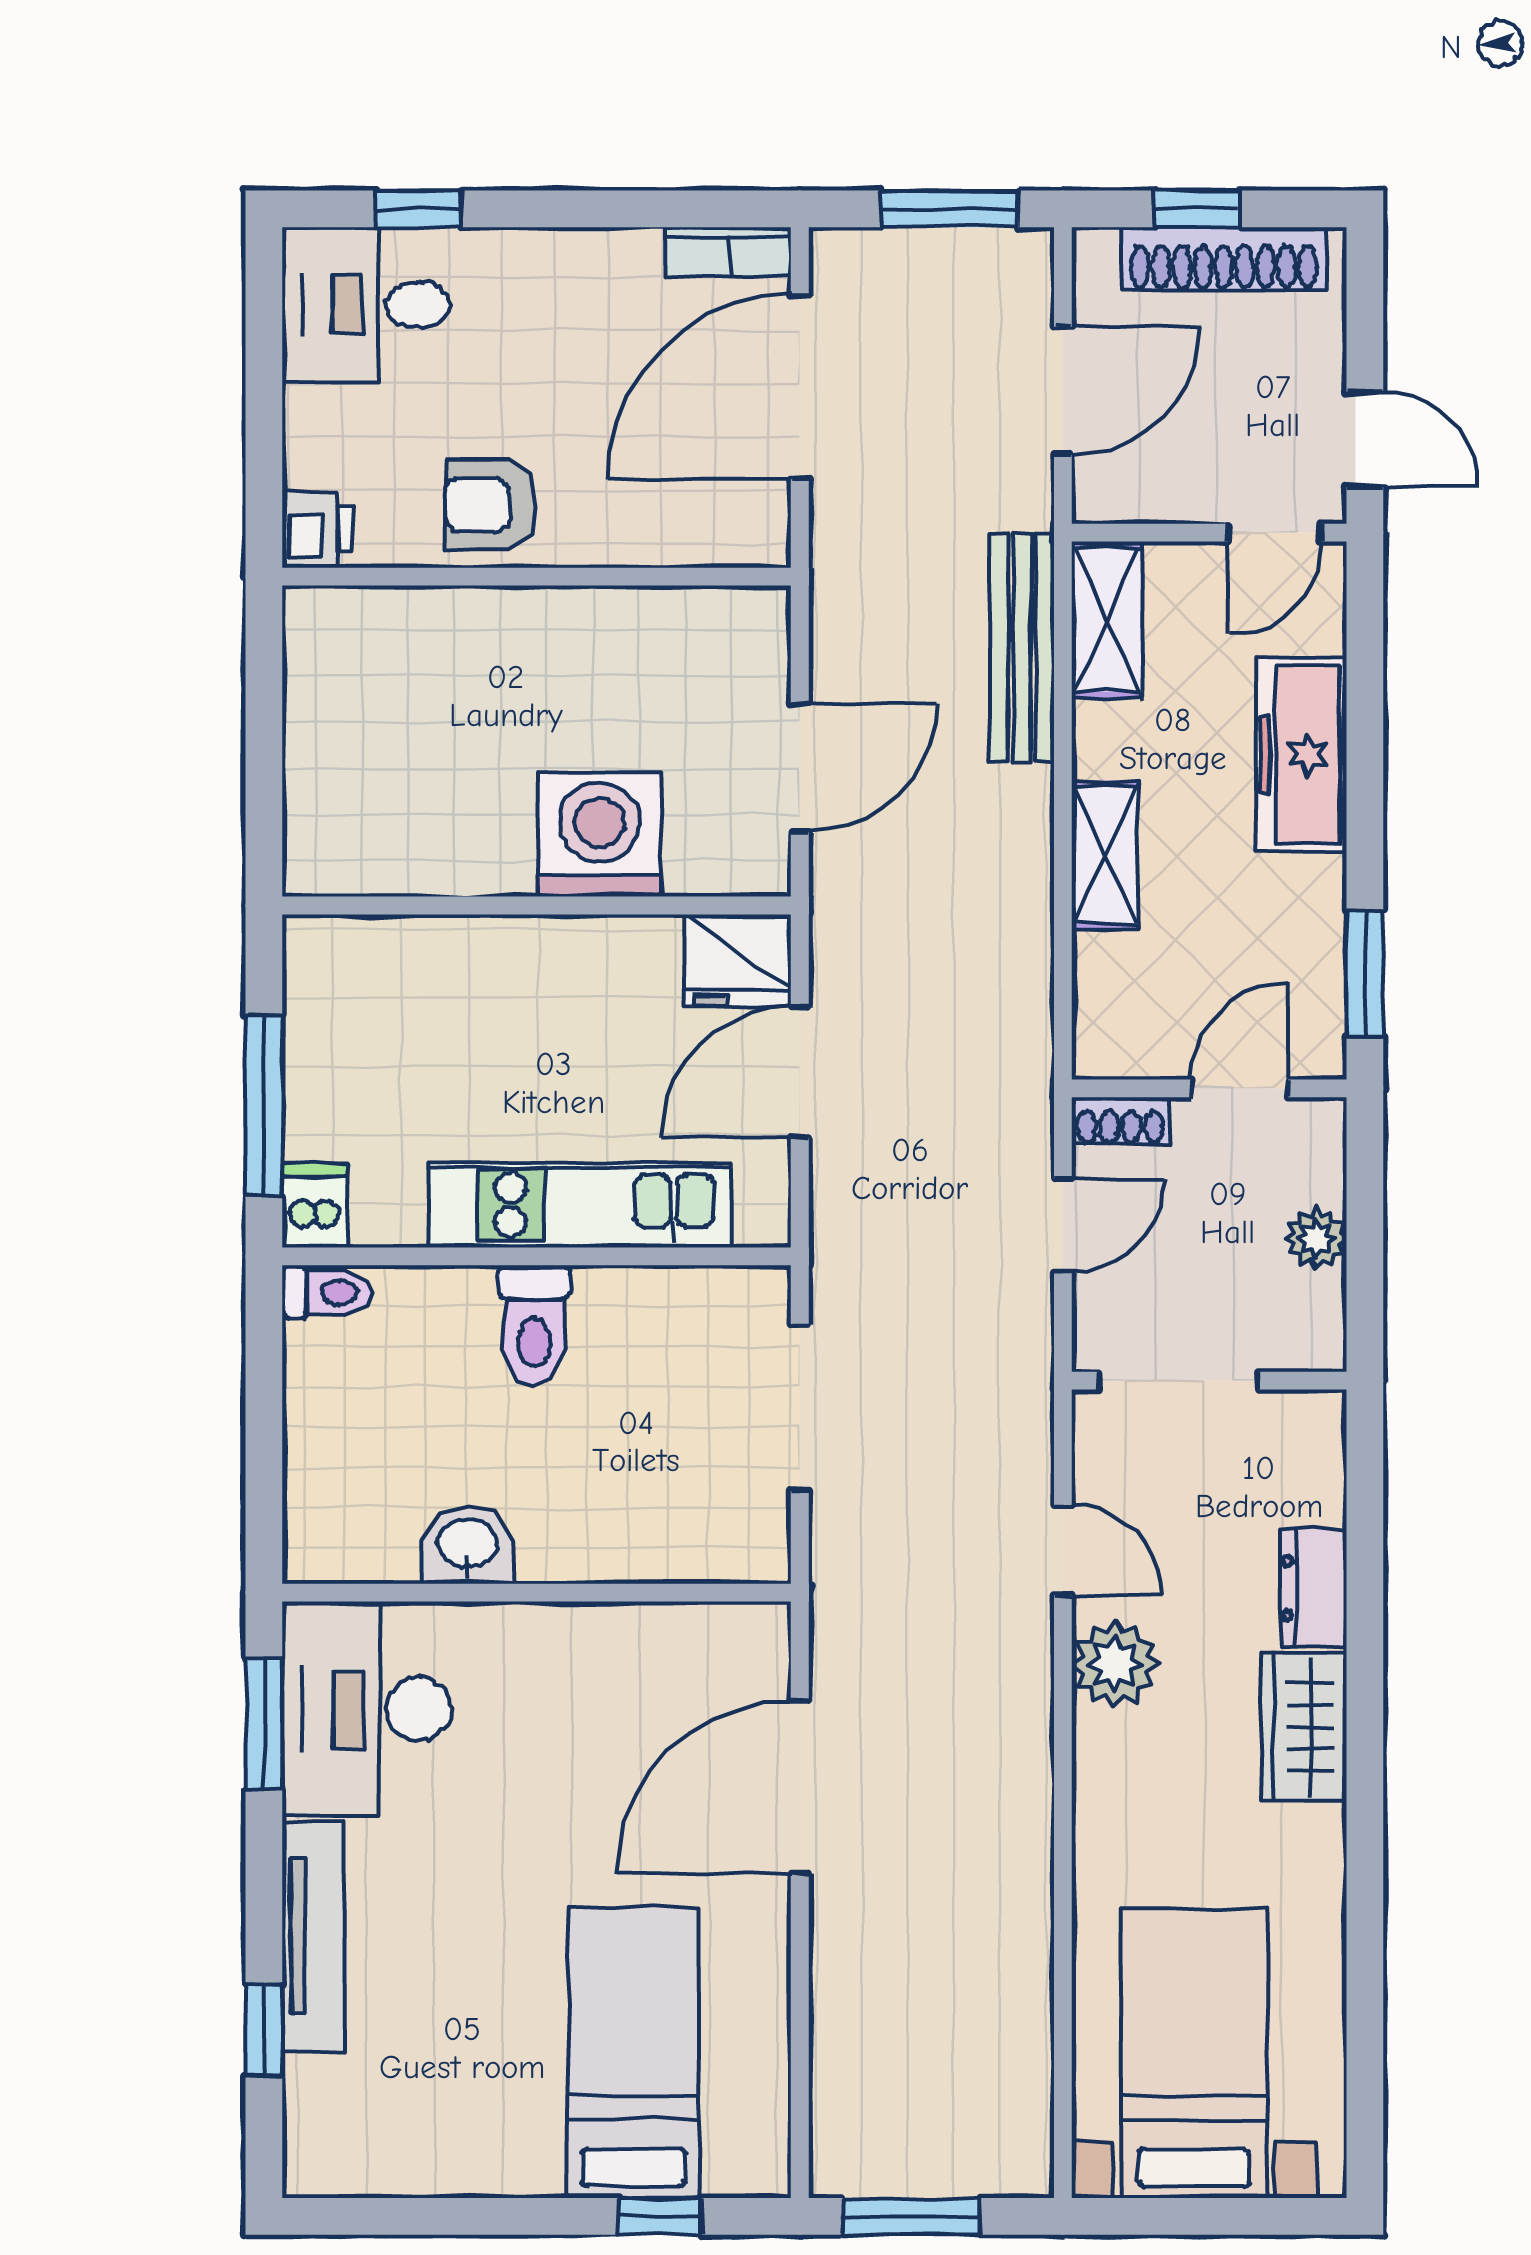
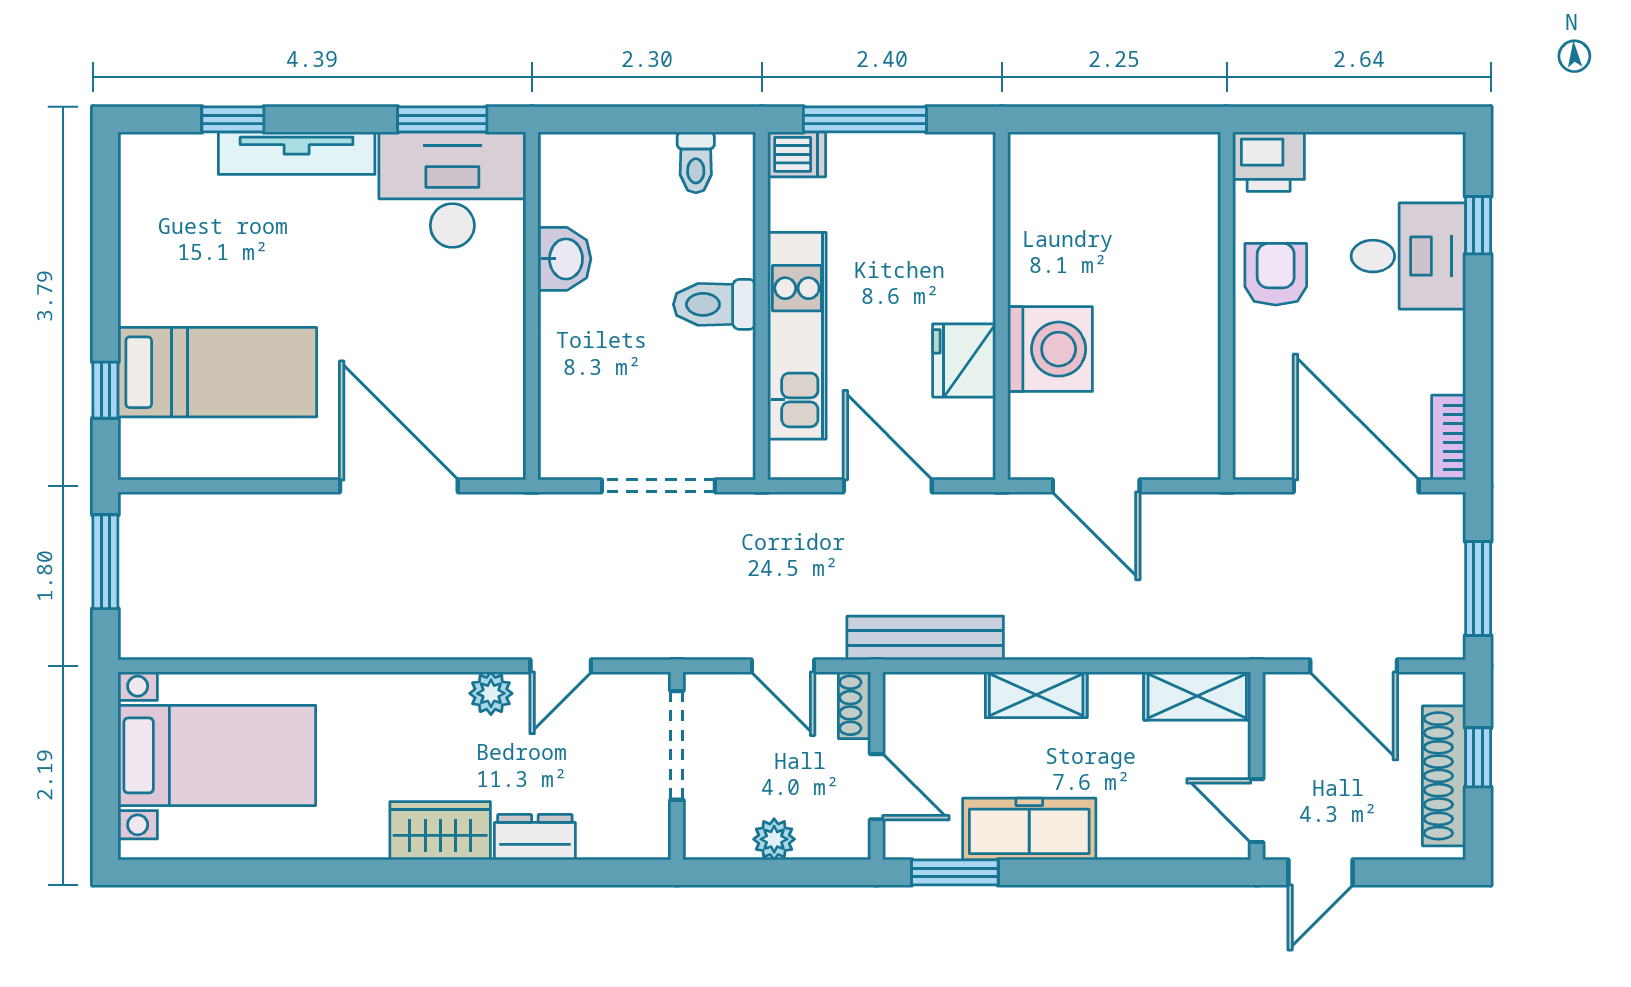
desk: (366, 305) -> (1408, 256), moved, turned 90
printer: (317, 529) -> (1269, 162), width x1.36, depth x1.24
bench: (1022, 648) -> (925, 638), moved
freezer: (1301, 755) -> (1029, 829), moved
fridge: (737, 960) -> (964, 360), moved
toilet: (327, 1292) -> (696, 162), moved
plant: (1115, 1664) -> (491, 693), width x0.73, depth x0.73

